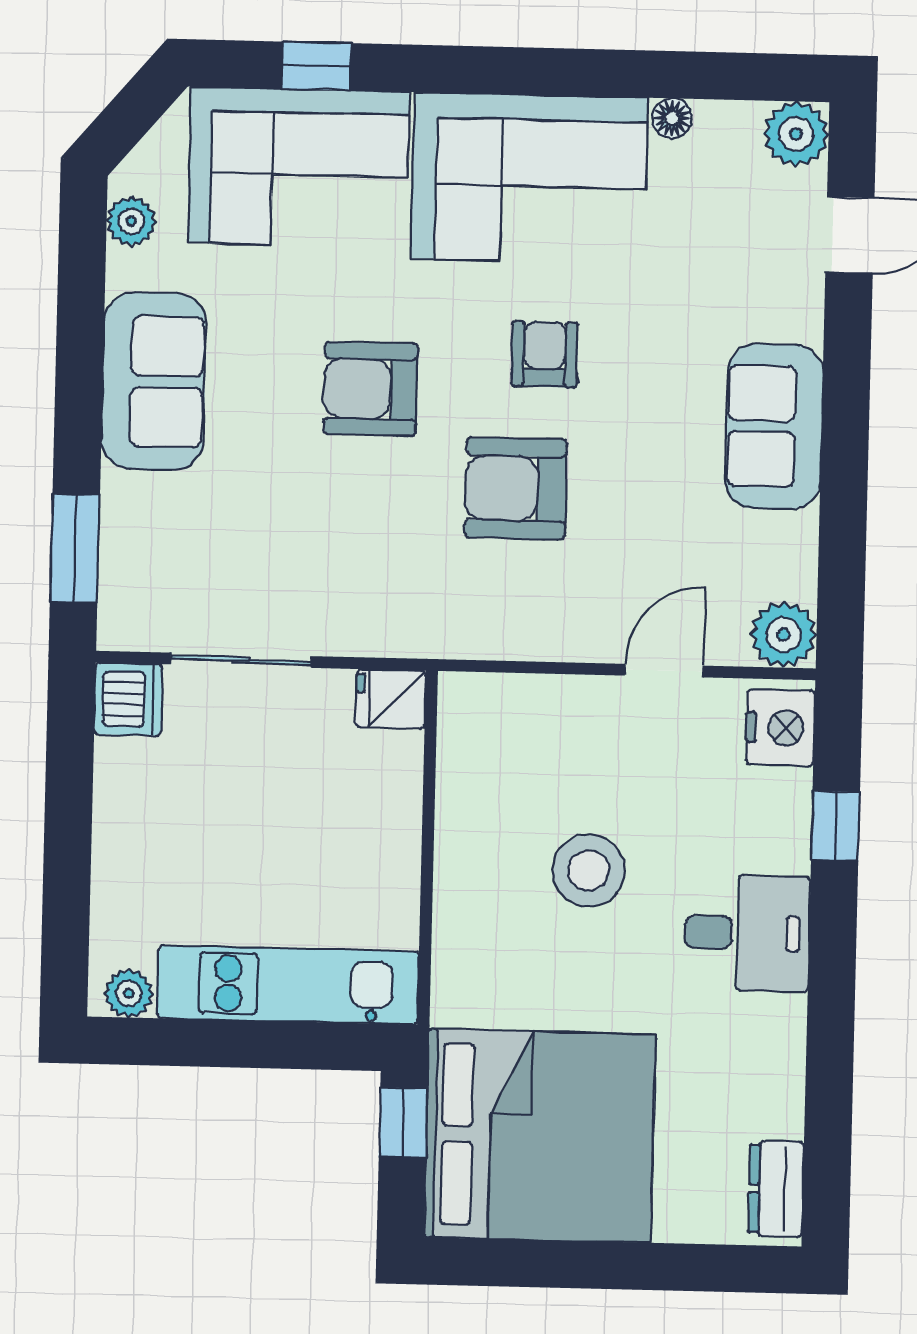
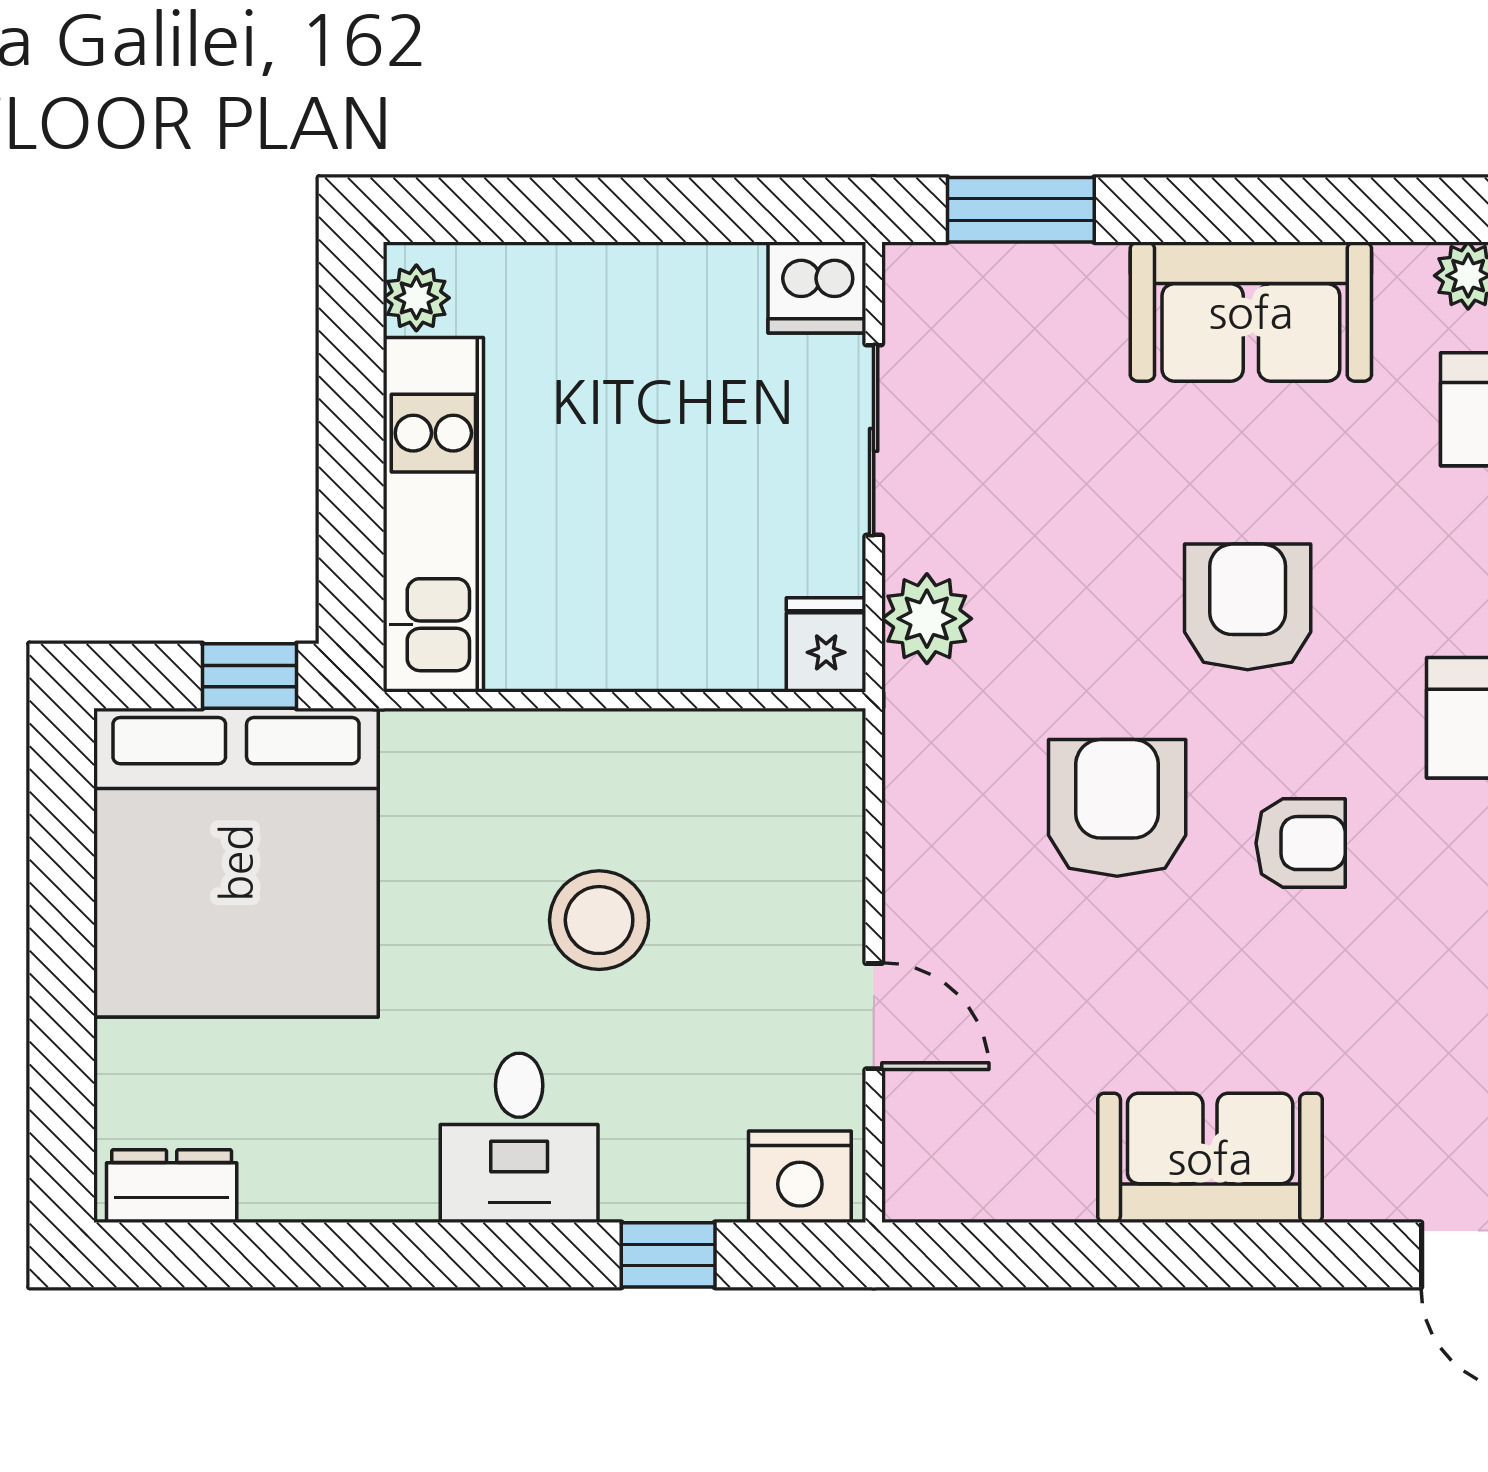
plant: (783, 635) -> (927, 619), moved

